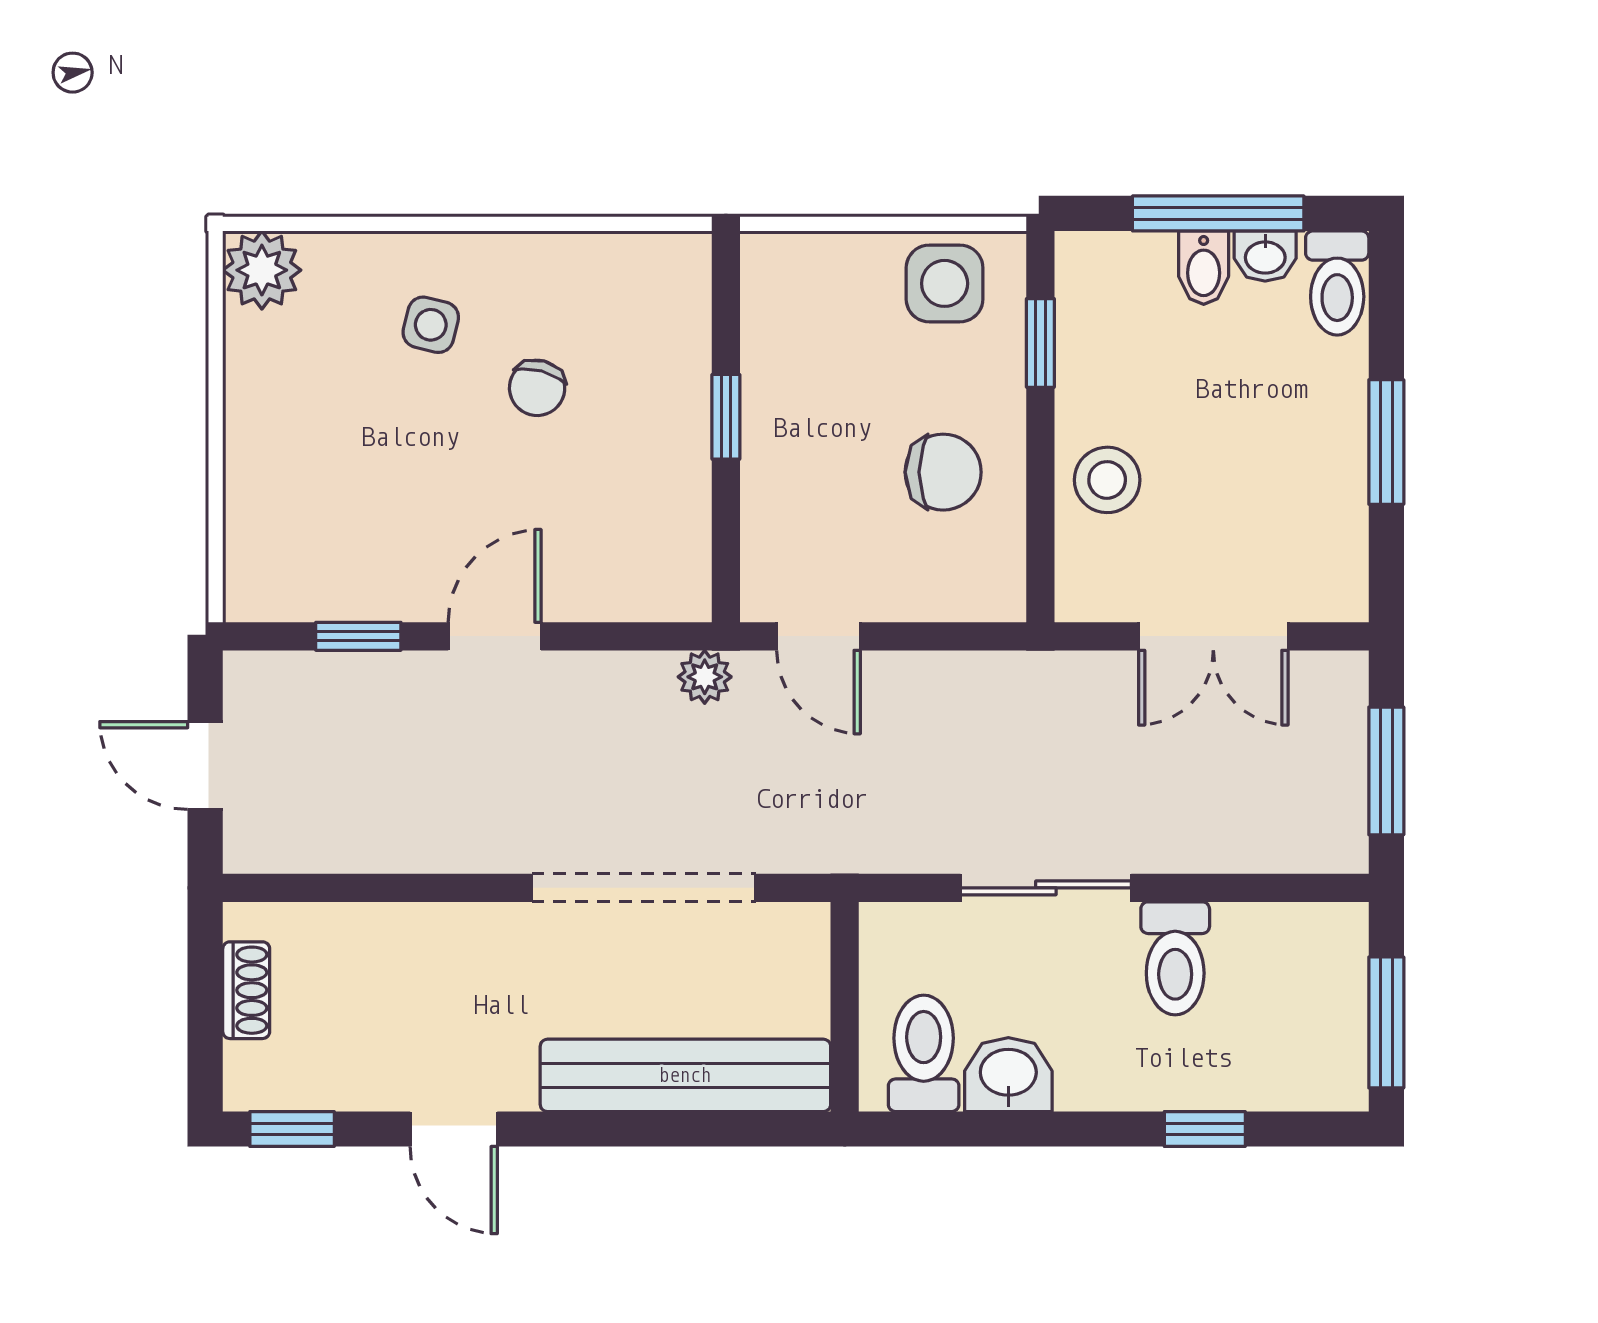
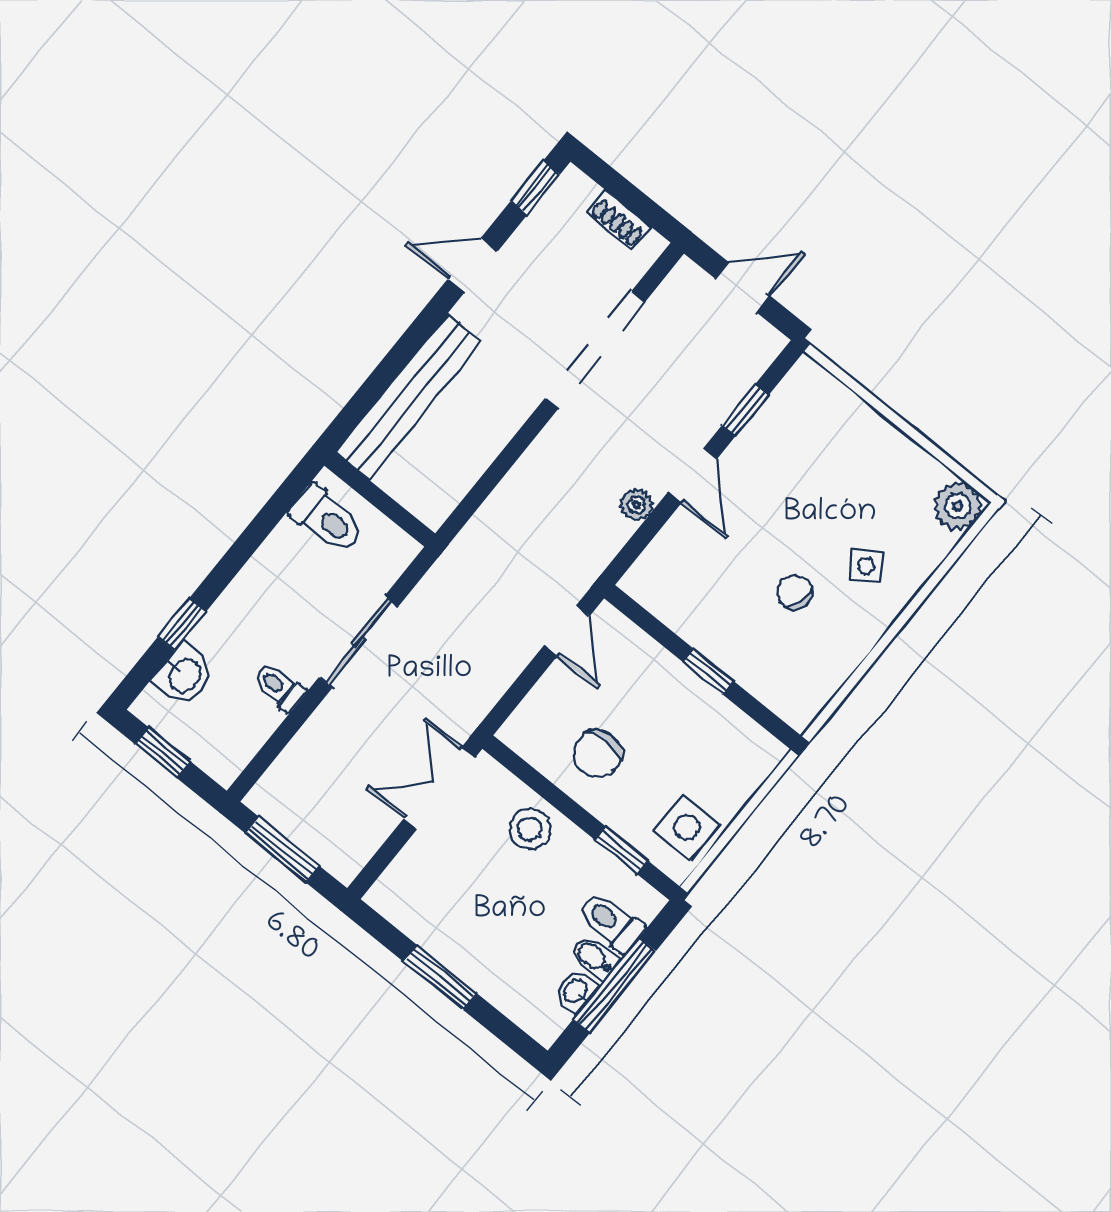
toilet: (1337, 283) -> (611, 922), moved
side table: (431, 325) -> (866, 566), turned 45
door: (819, 636) -> (567, 631), swing flipped
double door: (1213, 636) -> (439, 788), moved
plant: (705, 677) -> (637, 505), moved
doorway: (644, 888) -> (595, 350), moved
toilet: (1175, 958) -> (279, 687), width x0.73, depth x0.72
window: (1386, 1022) -> (162, 752), width x0.67
washbasin: (1008, 1075) -> (184, 675), moved

